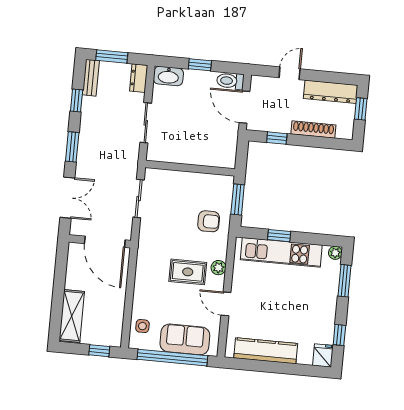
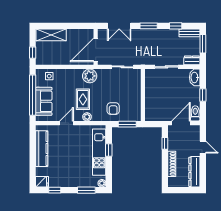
window: (361, 109) -> (186, 190), removed
plant: (149, 256) -> (90, 76), added

